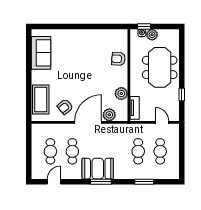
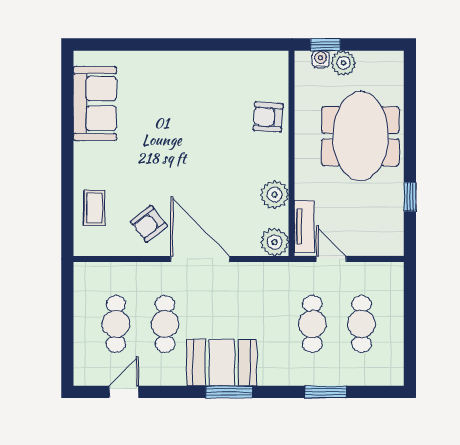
coffee table: (41, 99) -> (94, 208), width x0.54, depth x0.58
plant: (109, 115) -> (275, 242), moved
door: (88, 122) -> (200, 259), hinge flipped
door: (162, 122) -> (331, 259), moved

